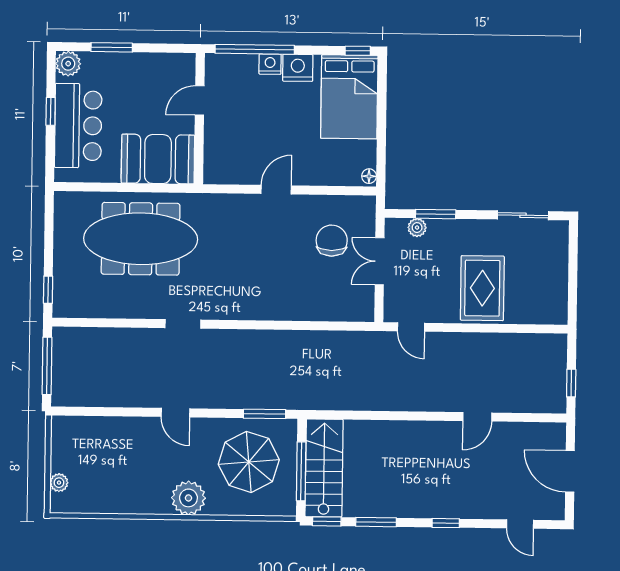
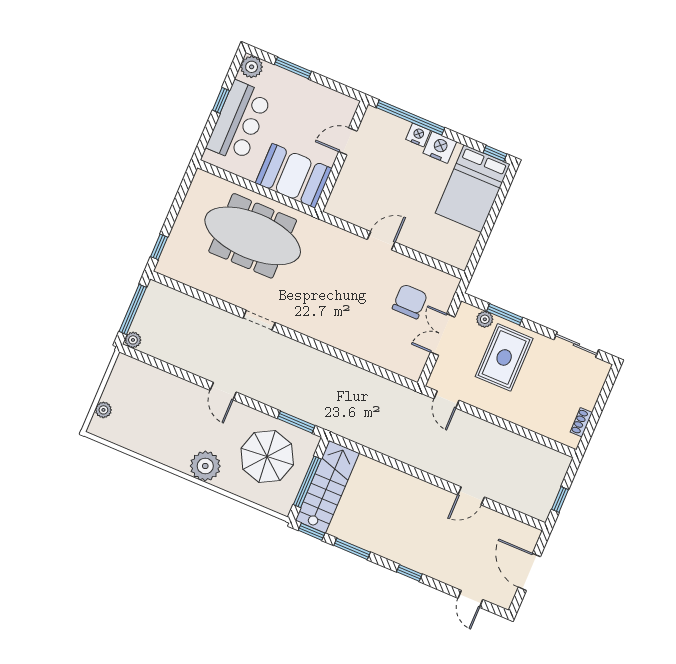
floor lamp: (369, 176) -> (462, 261), removed
rug: (482, 288) -> (504, 357), moved
shoe rack: (561, 294) -> (581, 422), added
plant: (60, 397) -> (133, 340), added

